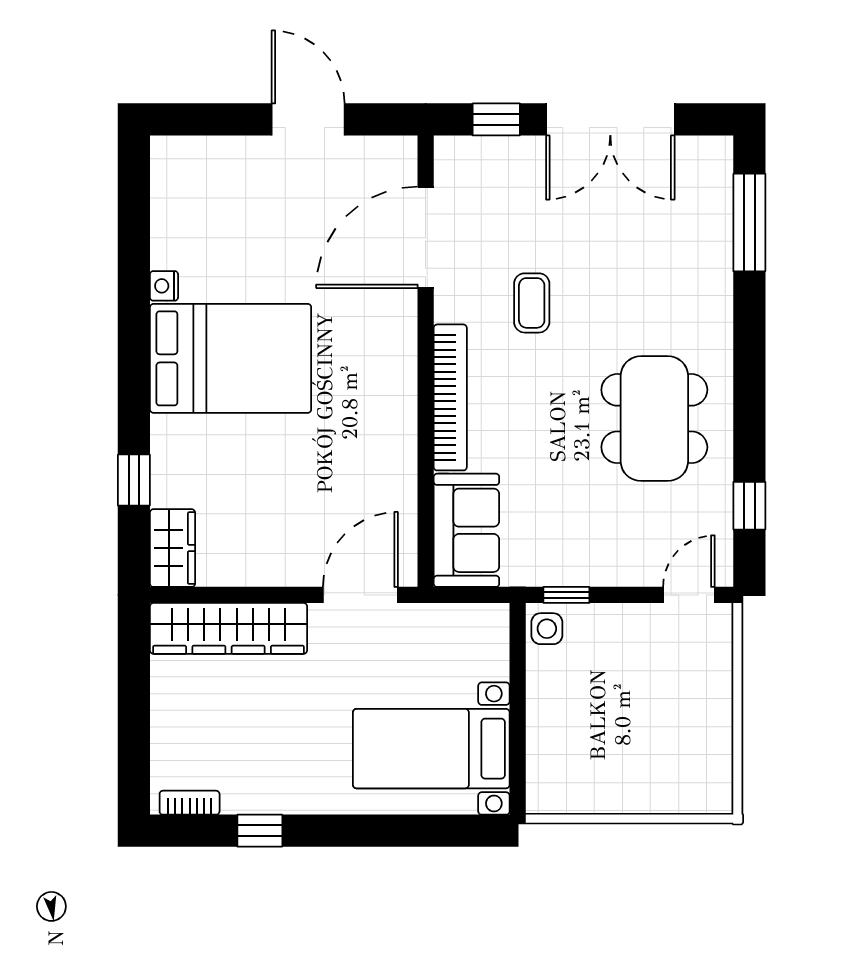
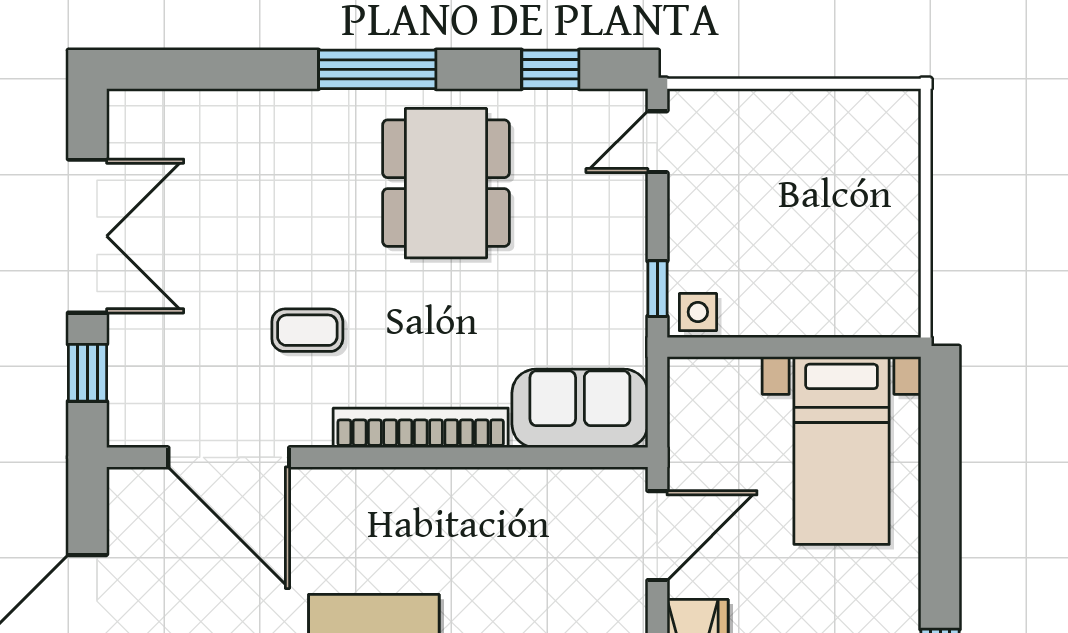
window: (749, 223) -> (377, 69), moved
dining table: (654, 419) -> (446, 183), turned 90
door: (360, 595) -> (657, 536), swing flipped
door: (689, 595) -> (657, 142), hinge flipped

